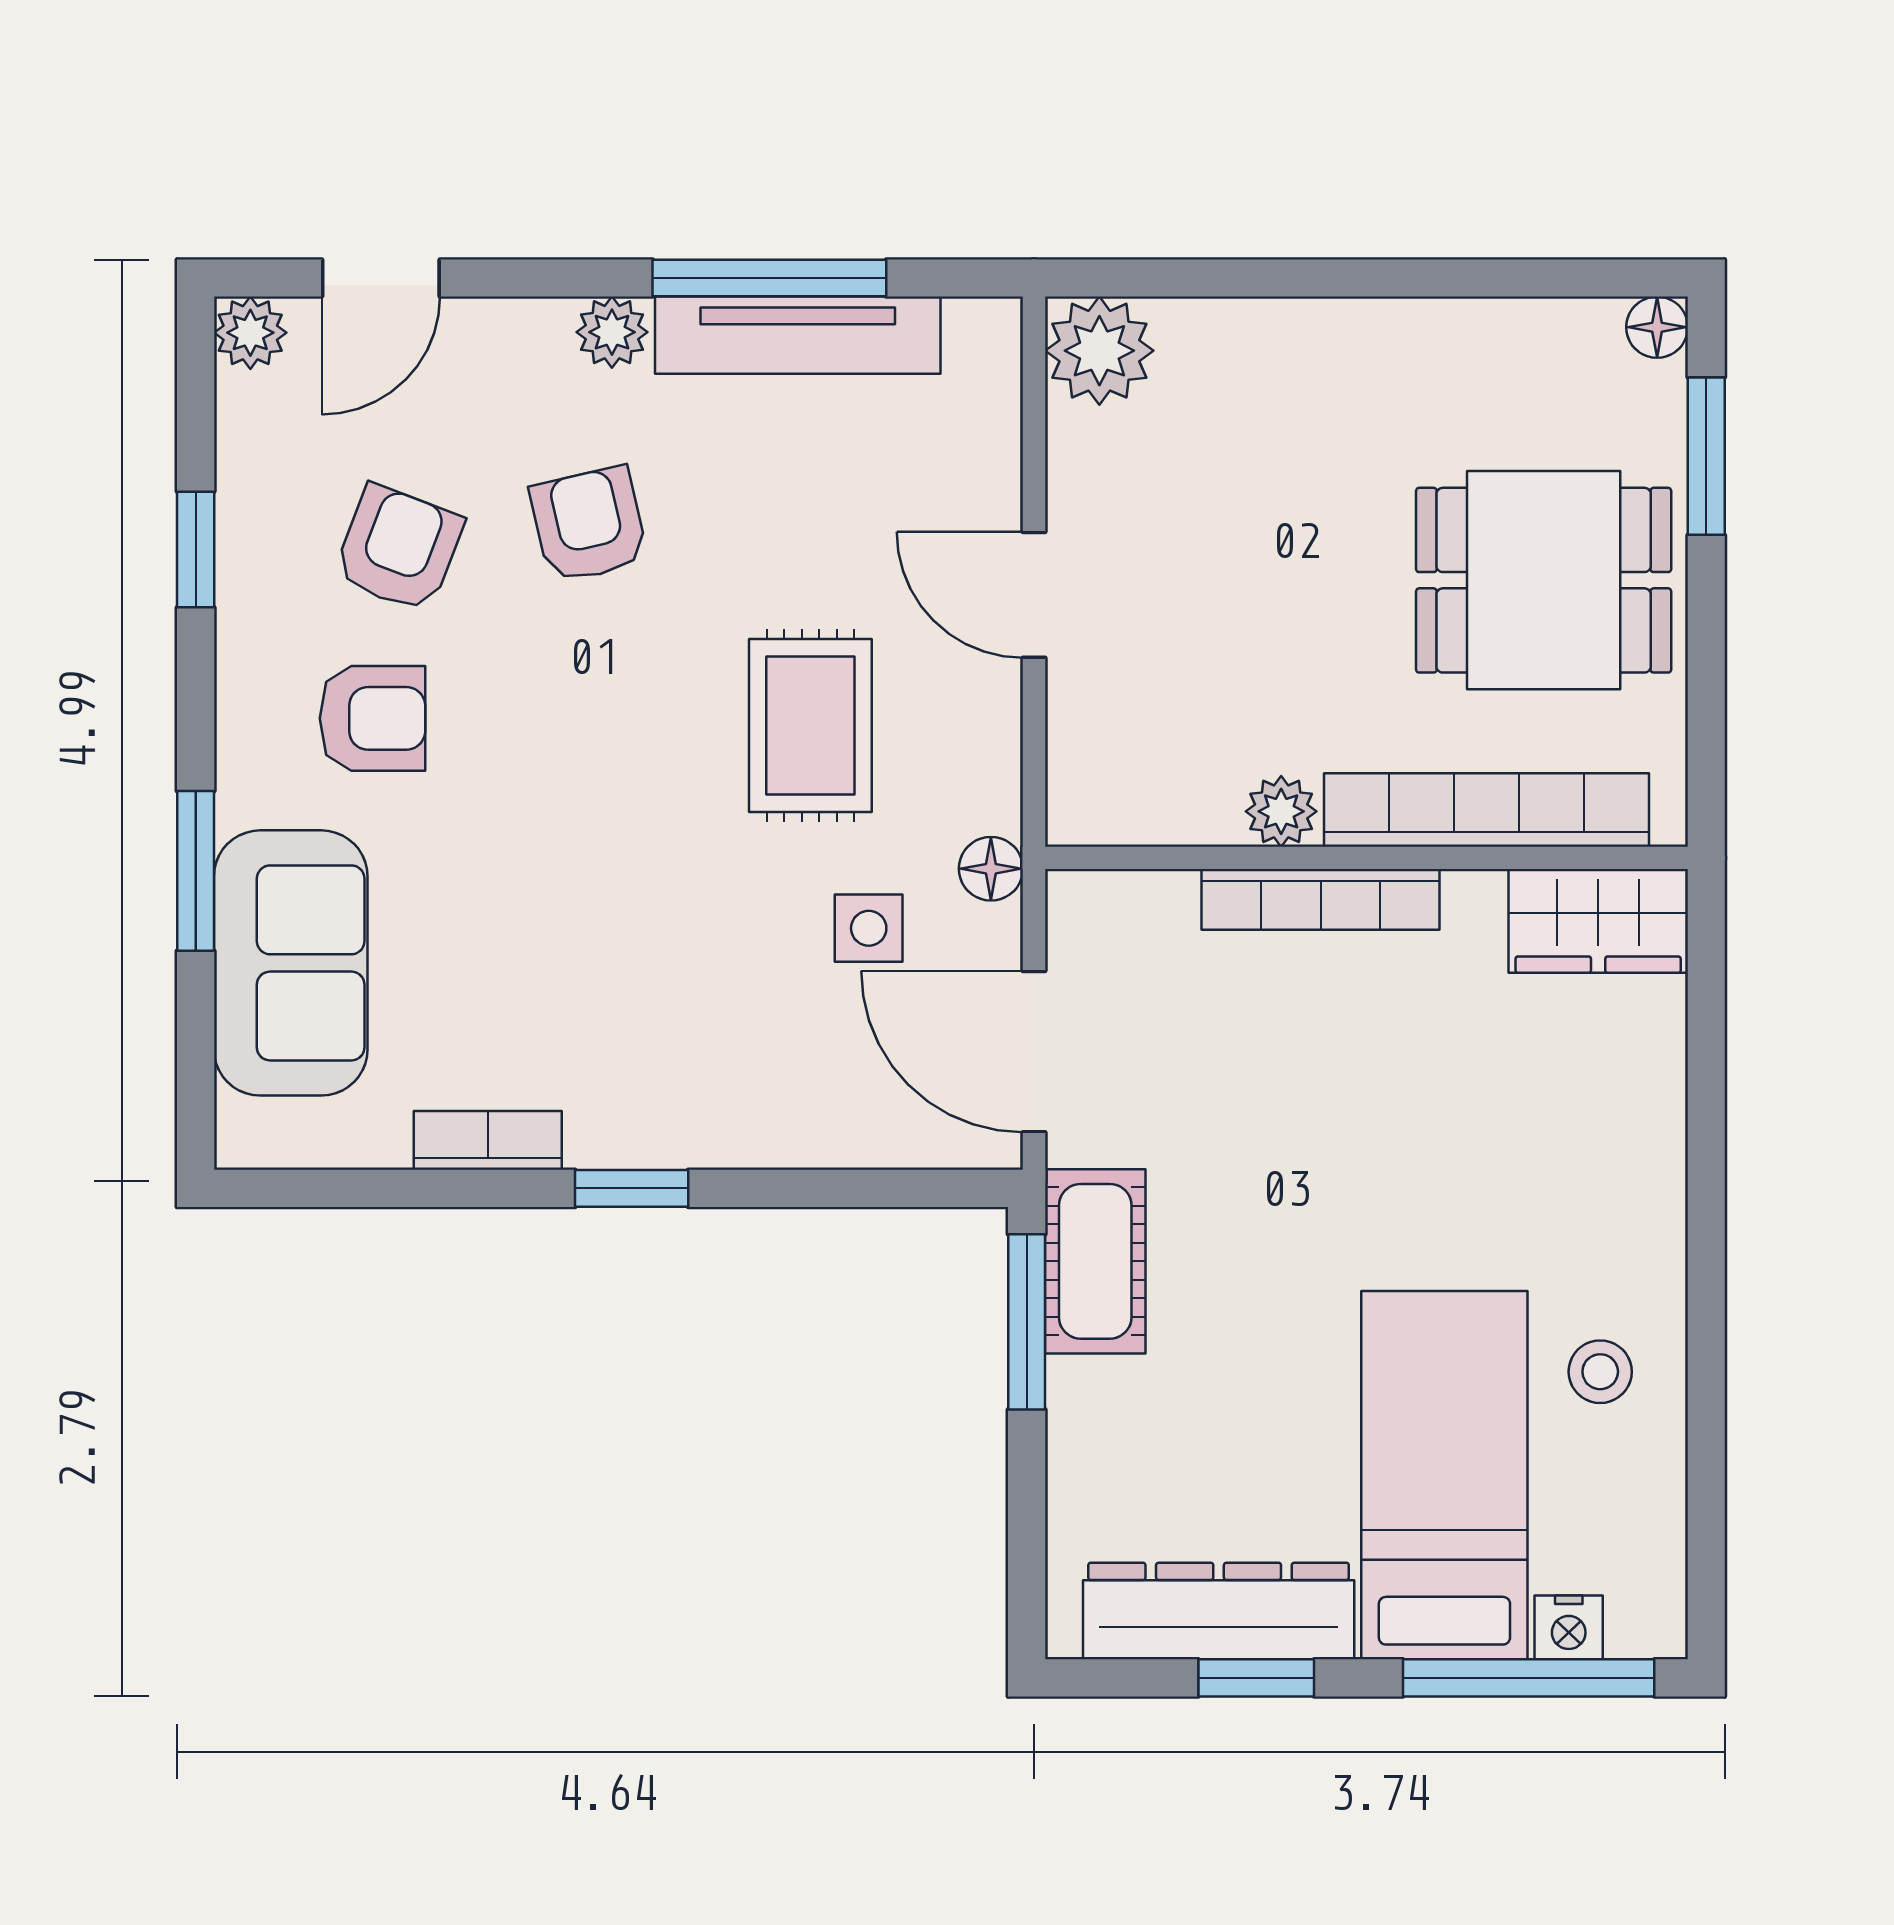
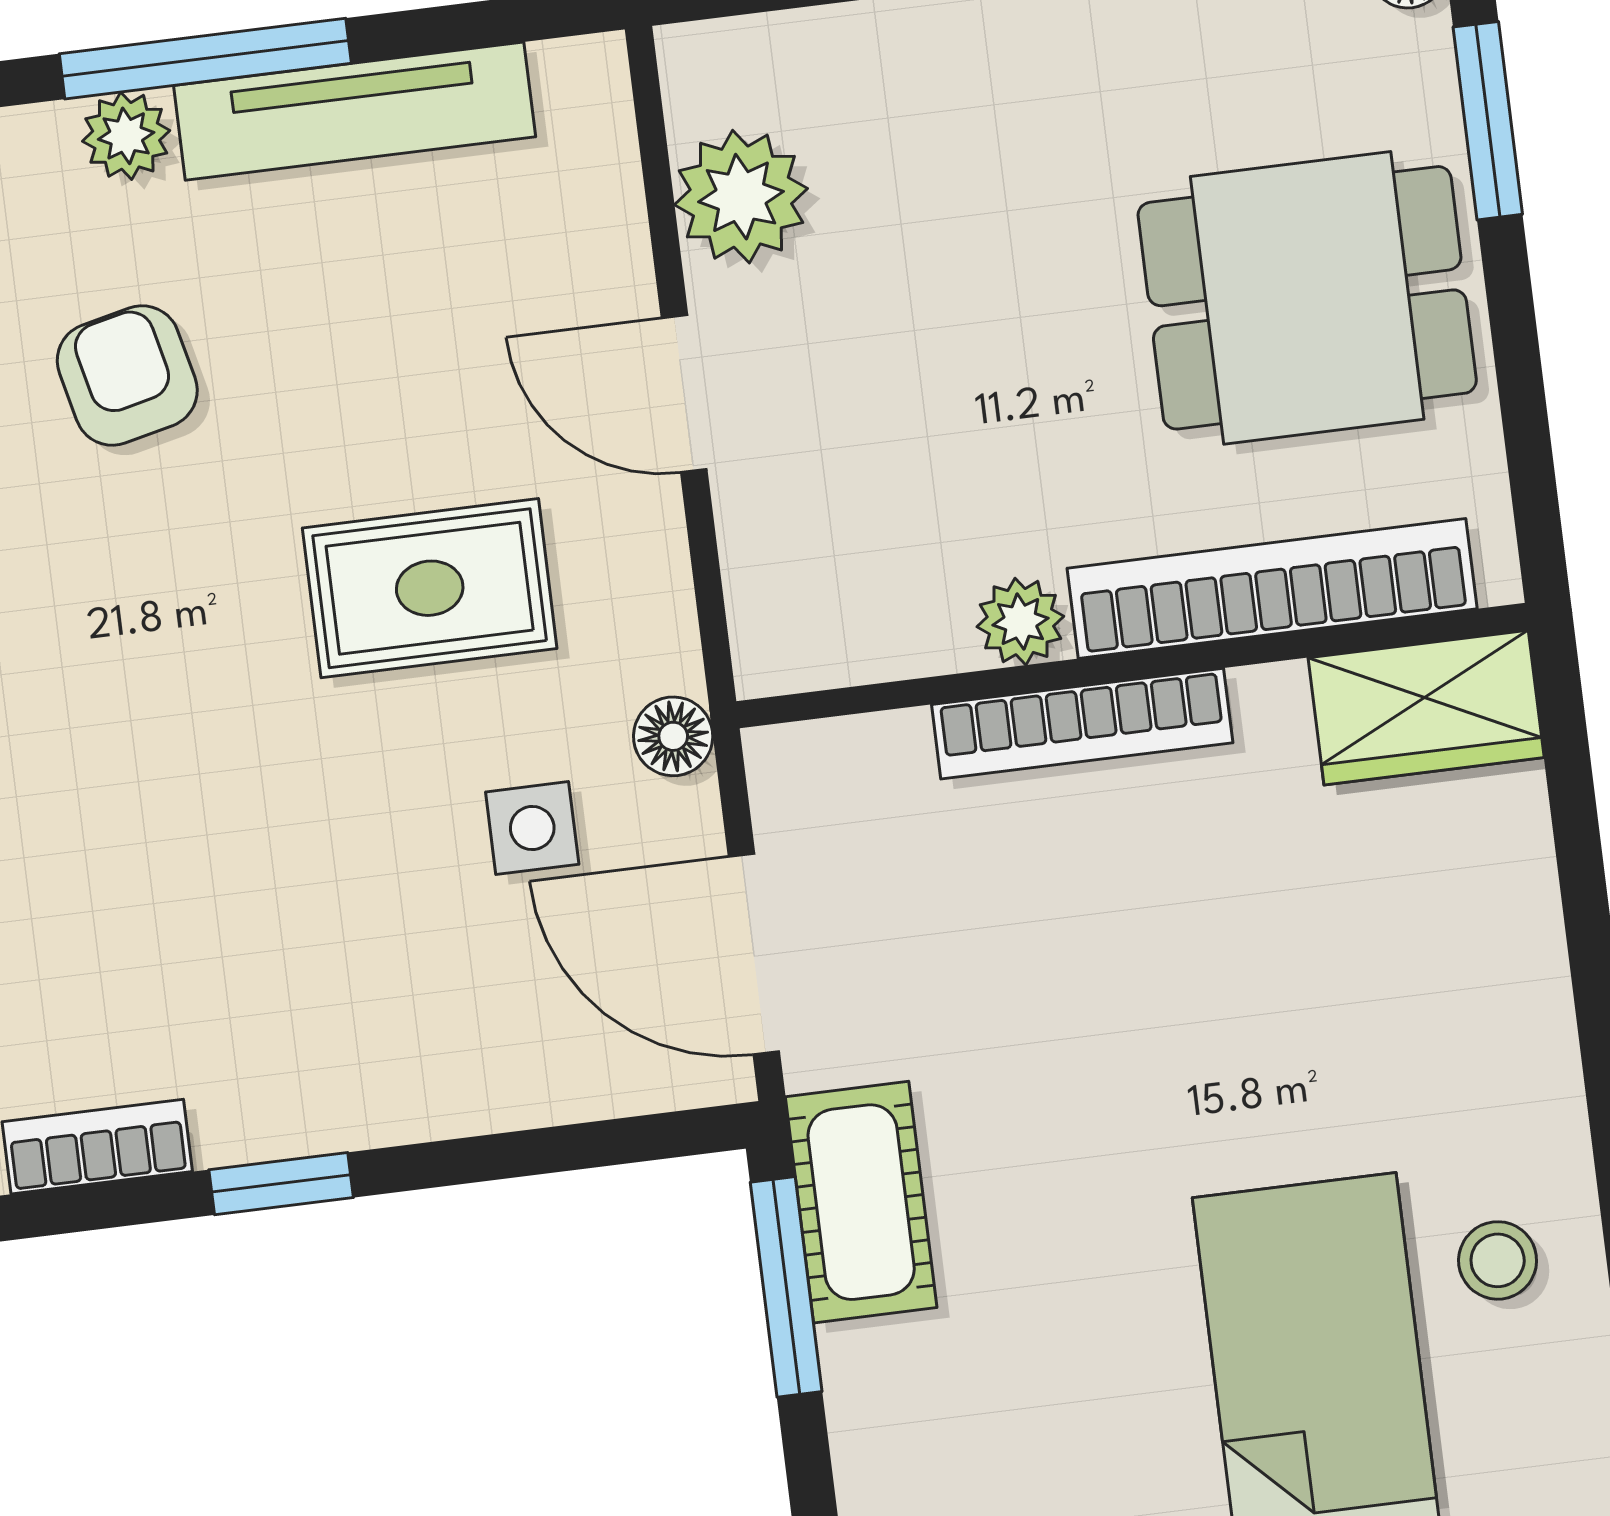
window: (769, 278) -> (205, 59), moved
plant: (1099, 351) -> (741, 197), moved
rug: (810, 726) -> (430, 588), turned 90

